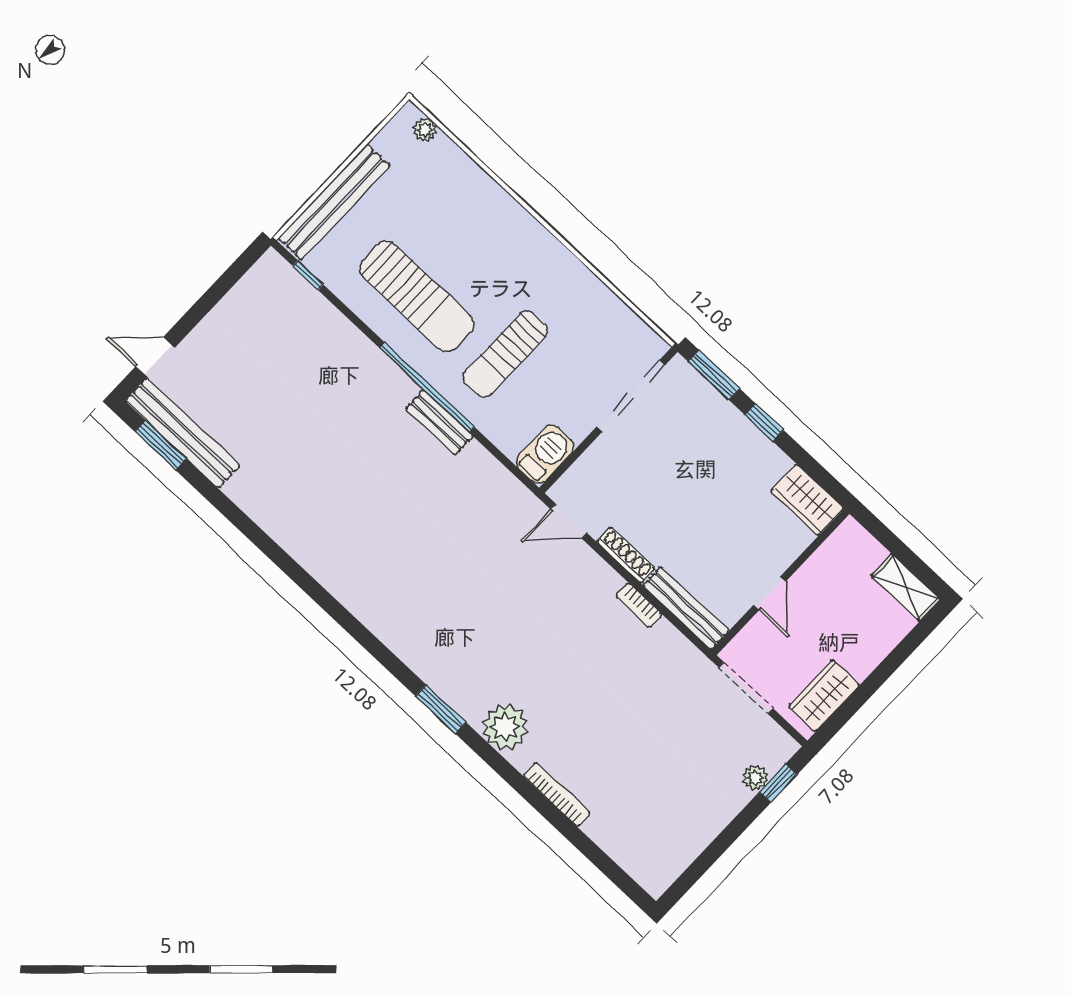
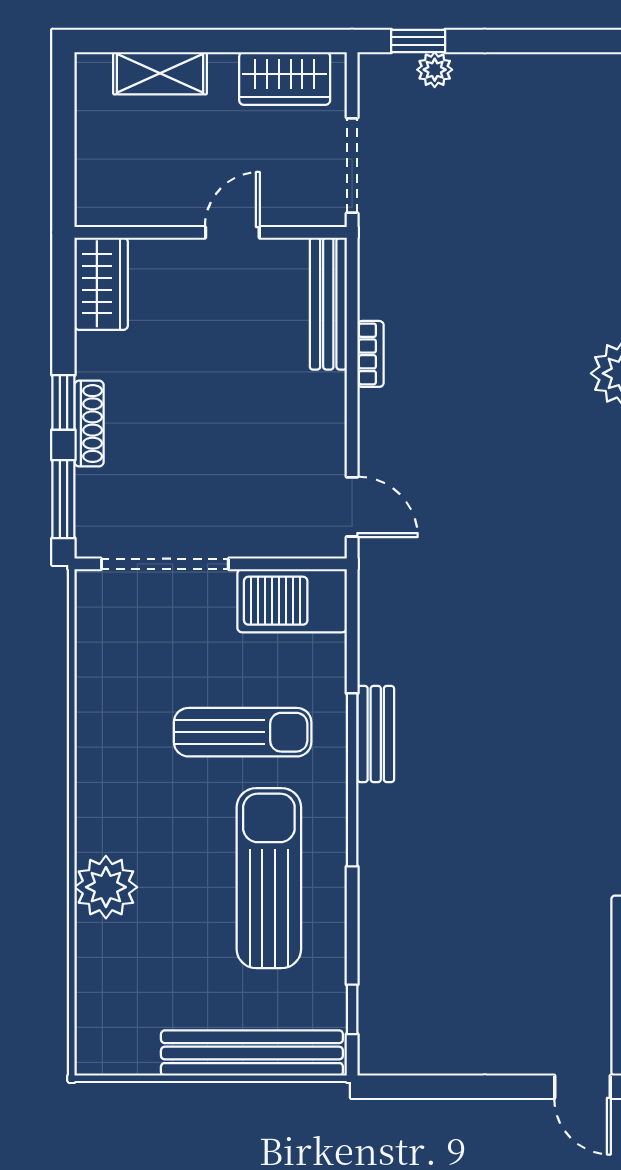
plant: (425, 130) -> (106, 887), moved, width x1.87, depth x1.87
barbecue: (545, 454) -> (292, 601), width x1.37, depth x1.21
shoe rack: (626, 555) -> (89, 424), moved, turned 180
shelving: (906, 587) -> (160, 73), moved, turned 90

